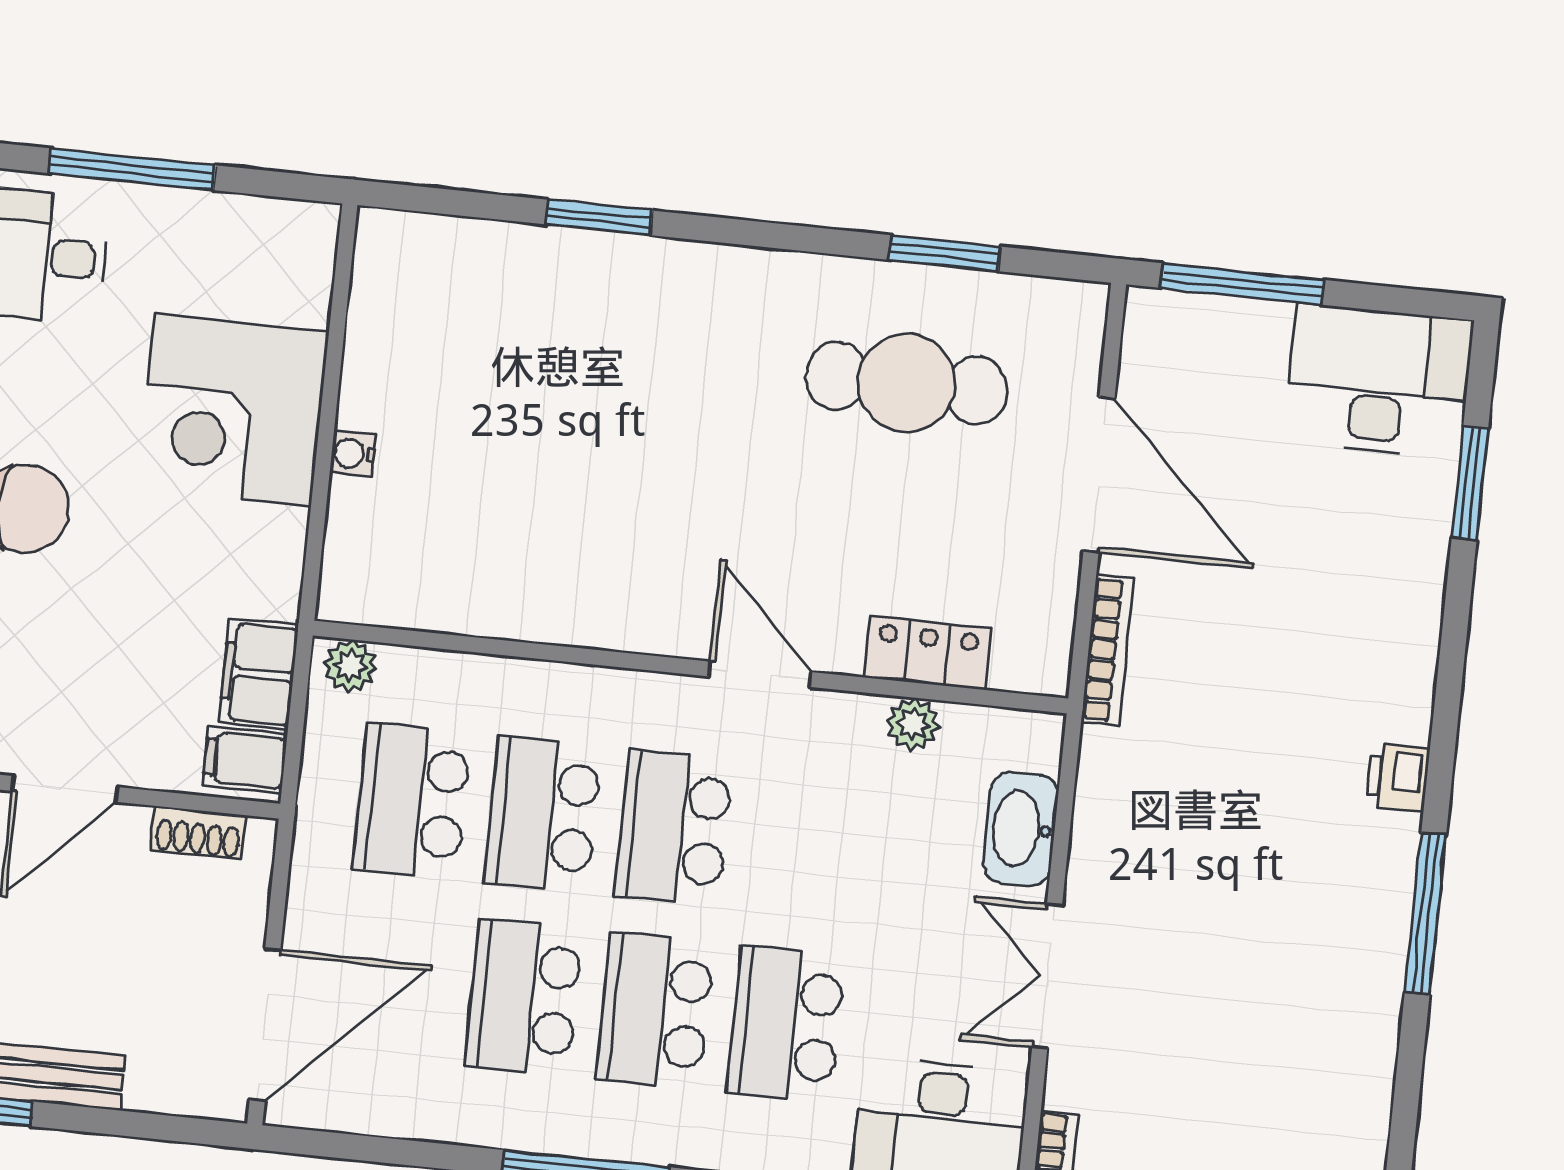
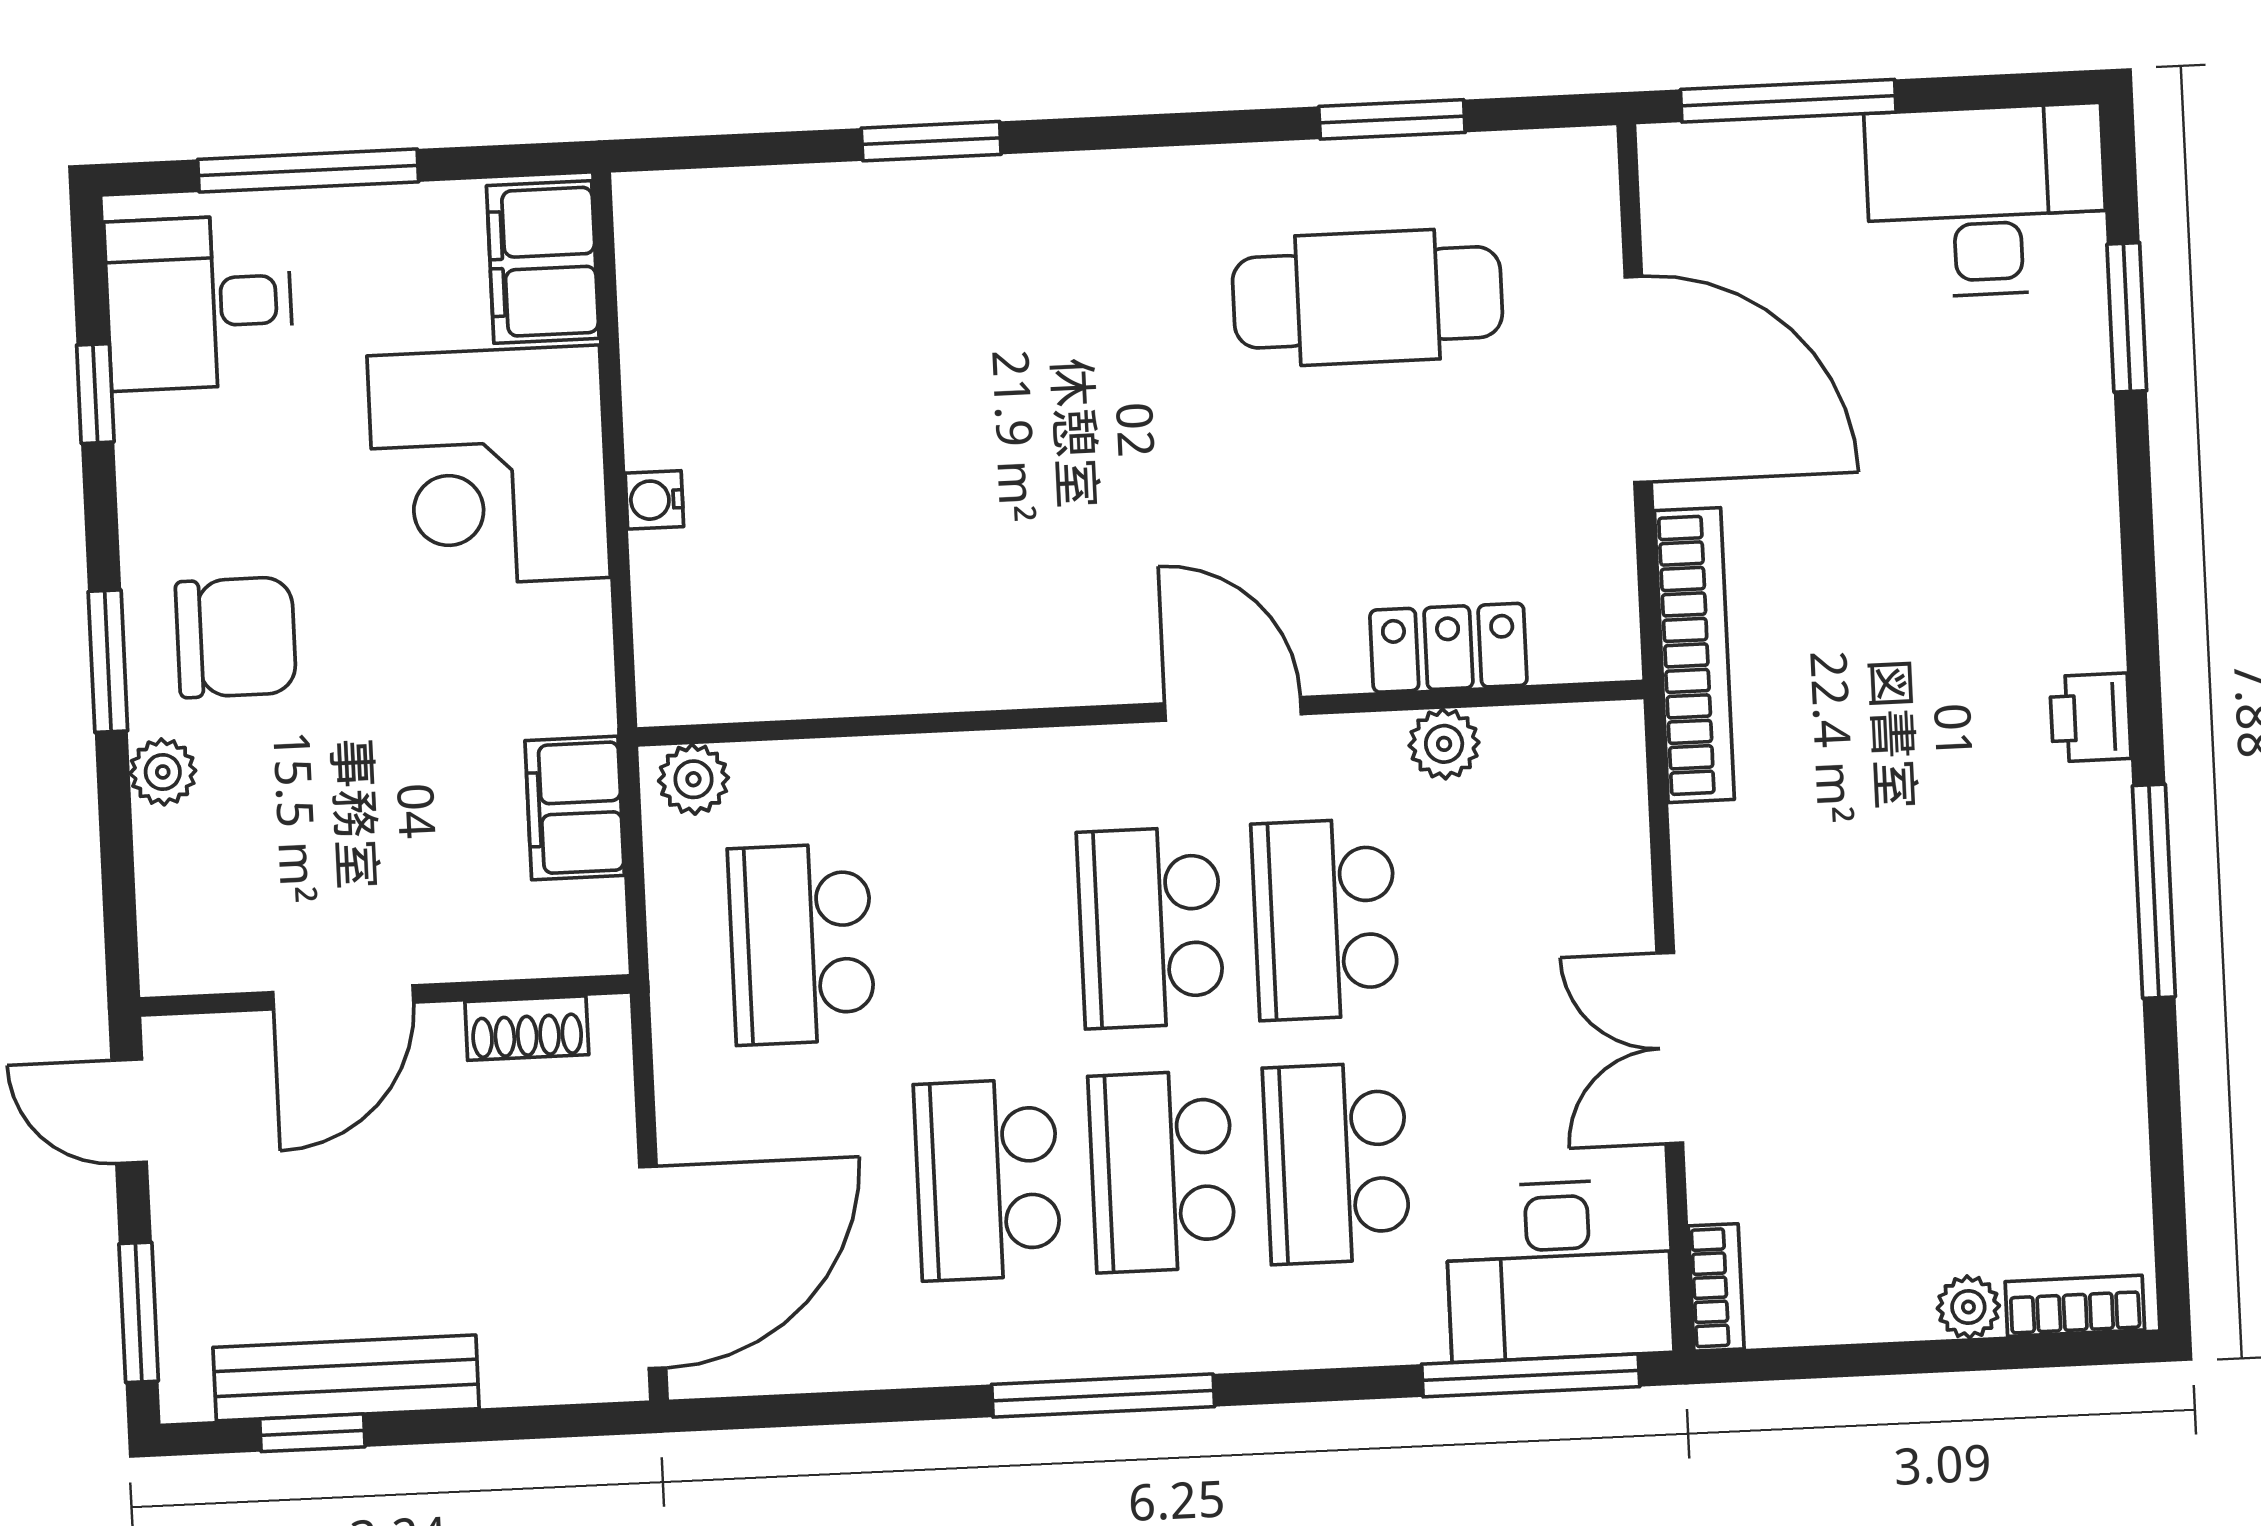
bookcase: (1107, 650) -> (1694, 655), width x1.48, depth x1.31
filing cabinet: (245, 760) -> (543, 262), moved, width x2.00
school desk: (543, 814) -> (1325, 919), moved
washbasin: (1021, 829) -> (1606, 860), removed

